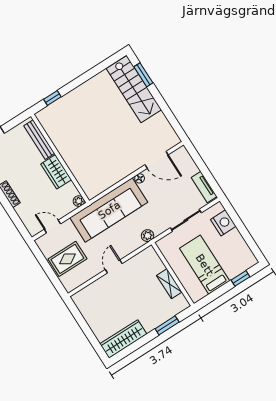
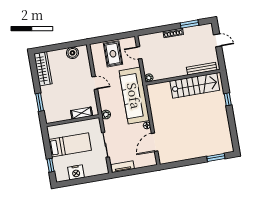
stairs: (134, 89) -> (195, 86), moved, turned 180
window: (52, 98) -> (228, 99), moved
wardrobe: (56, 172) -> (175, 71), removed
nightstand: (223, 223) -> (76, 172), moved
door: (52, 226) -> (139, 53), swing flipped
shelving: (169, 284) -> (82, 113), moved
boiler: (88, 310) -> (72, 53), added

